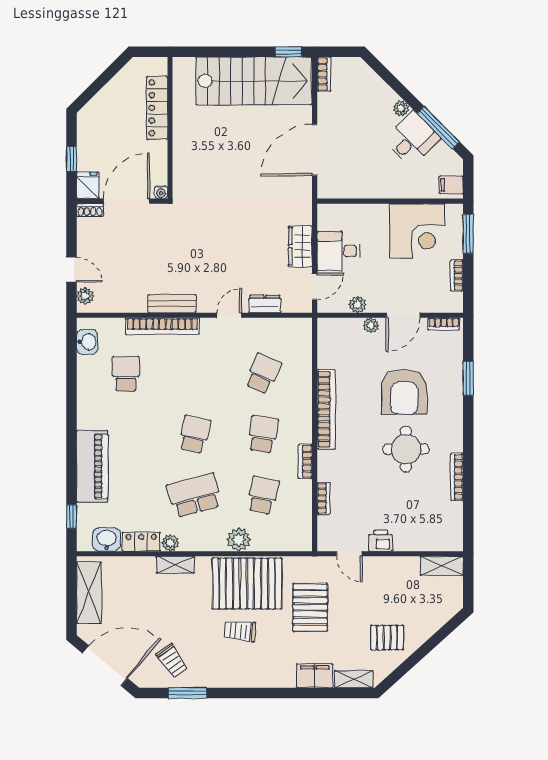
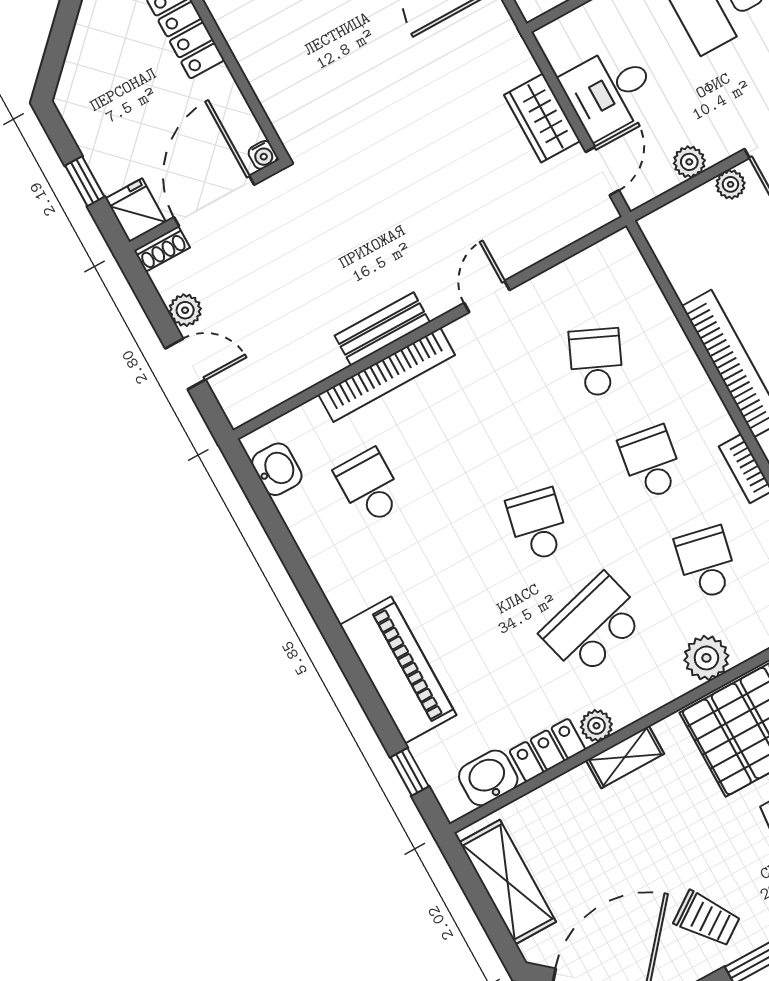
plant: (85, 296) -> (185, 310), moved
dresser: (265, 304) -> (536, 245), removed

